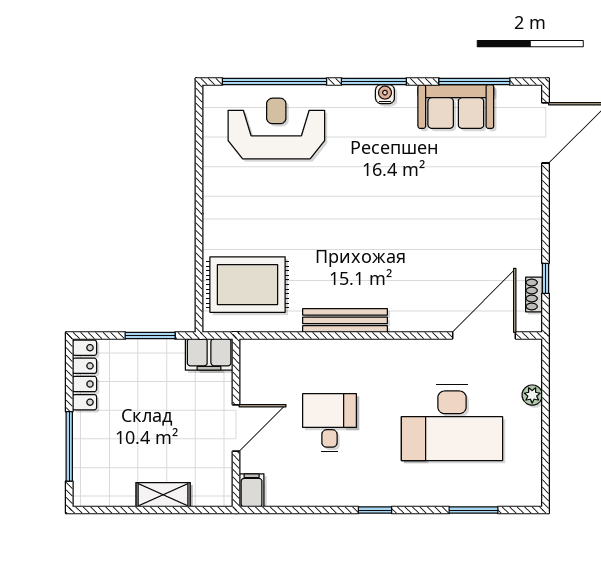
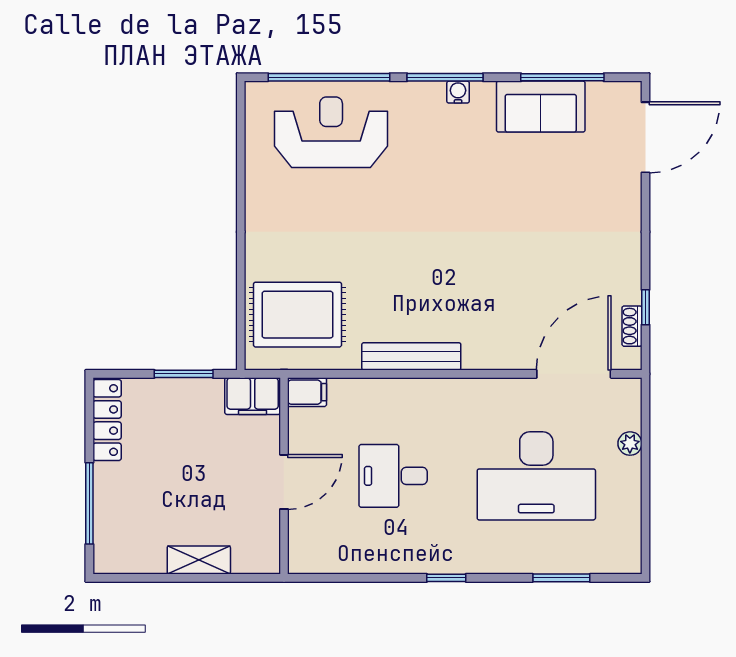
desk: (329, 423) -> (393, 476), turned -90
filing cabinet: (252, 490) -> (307, 392), moved, turned 90

